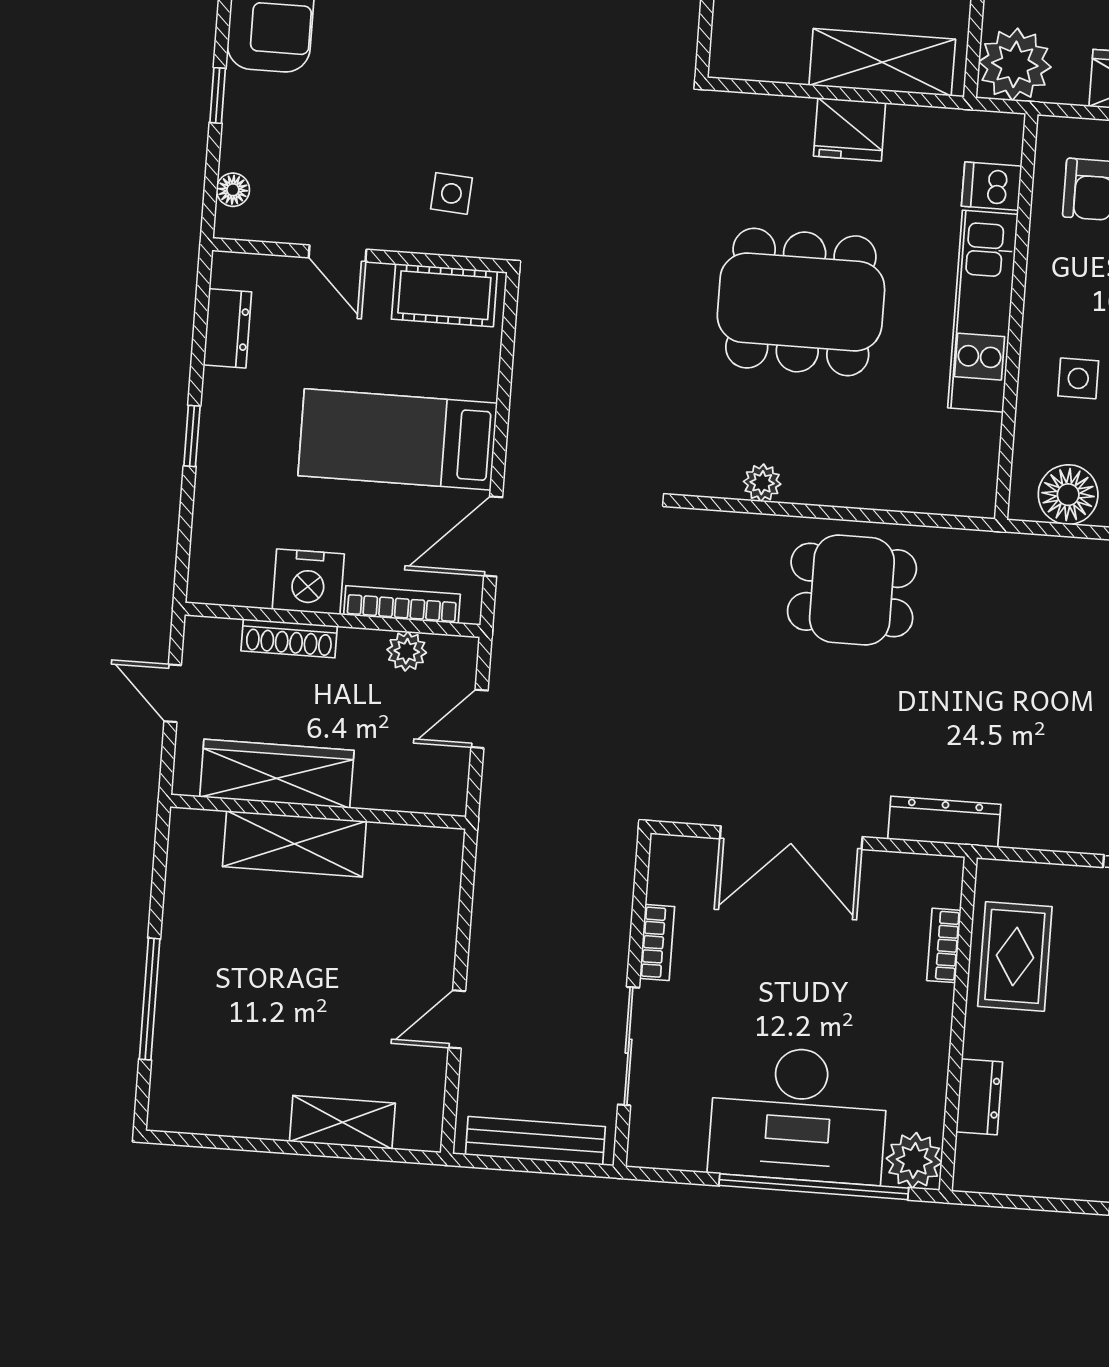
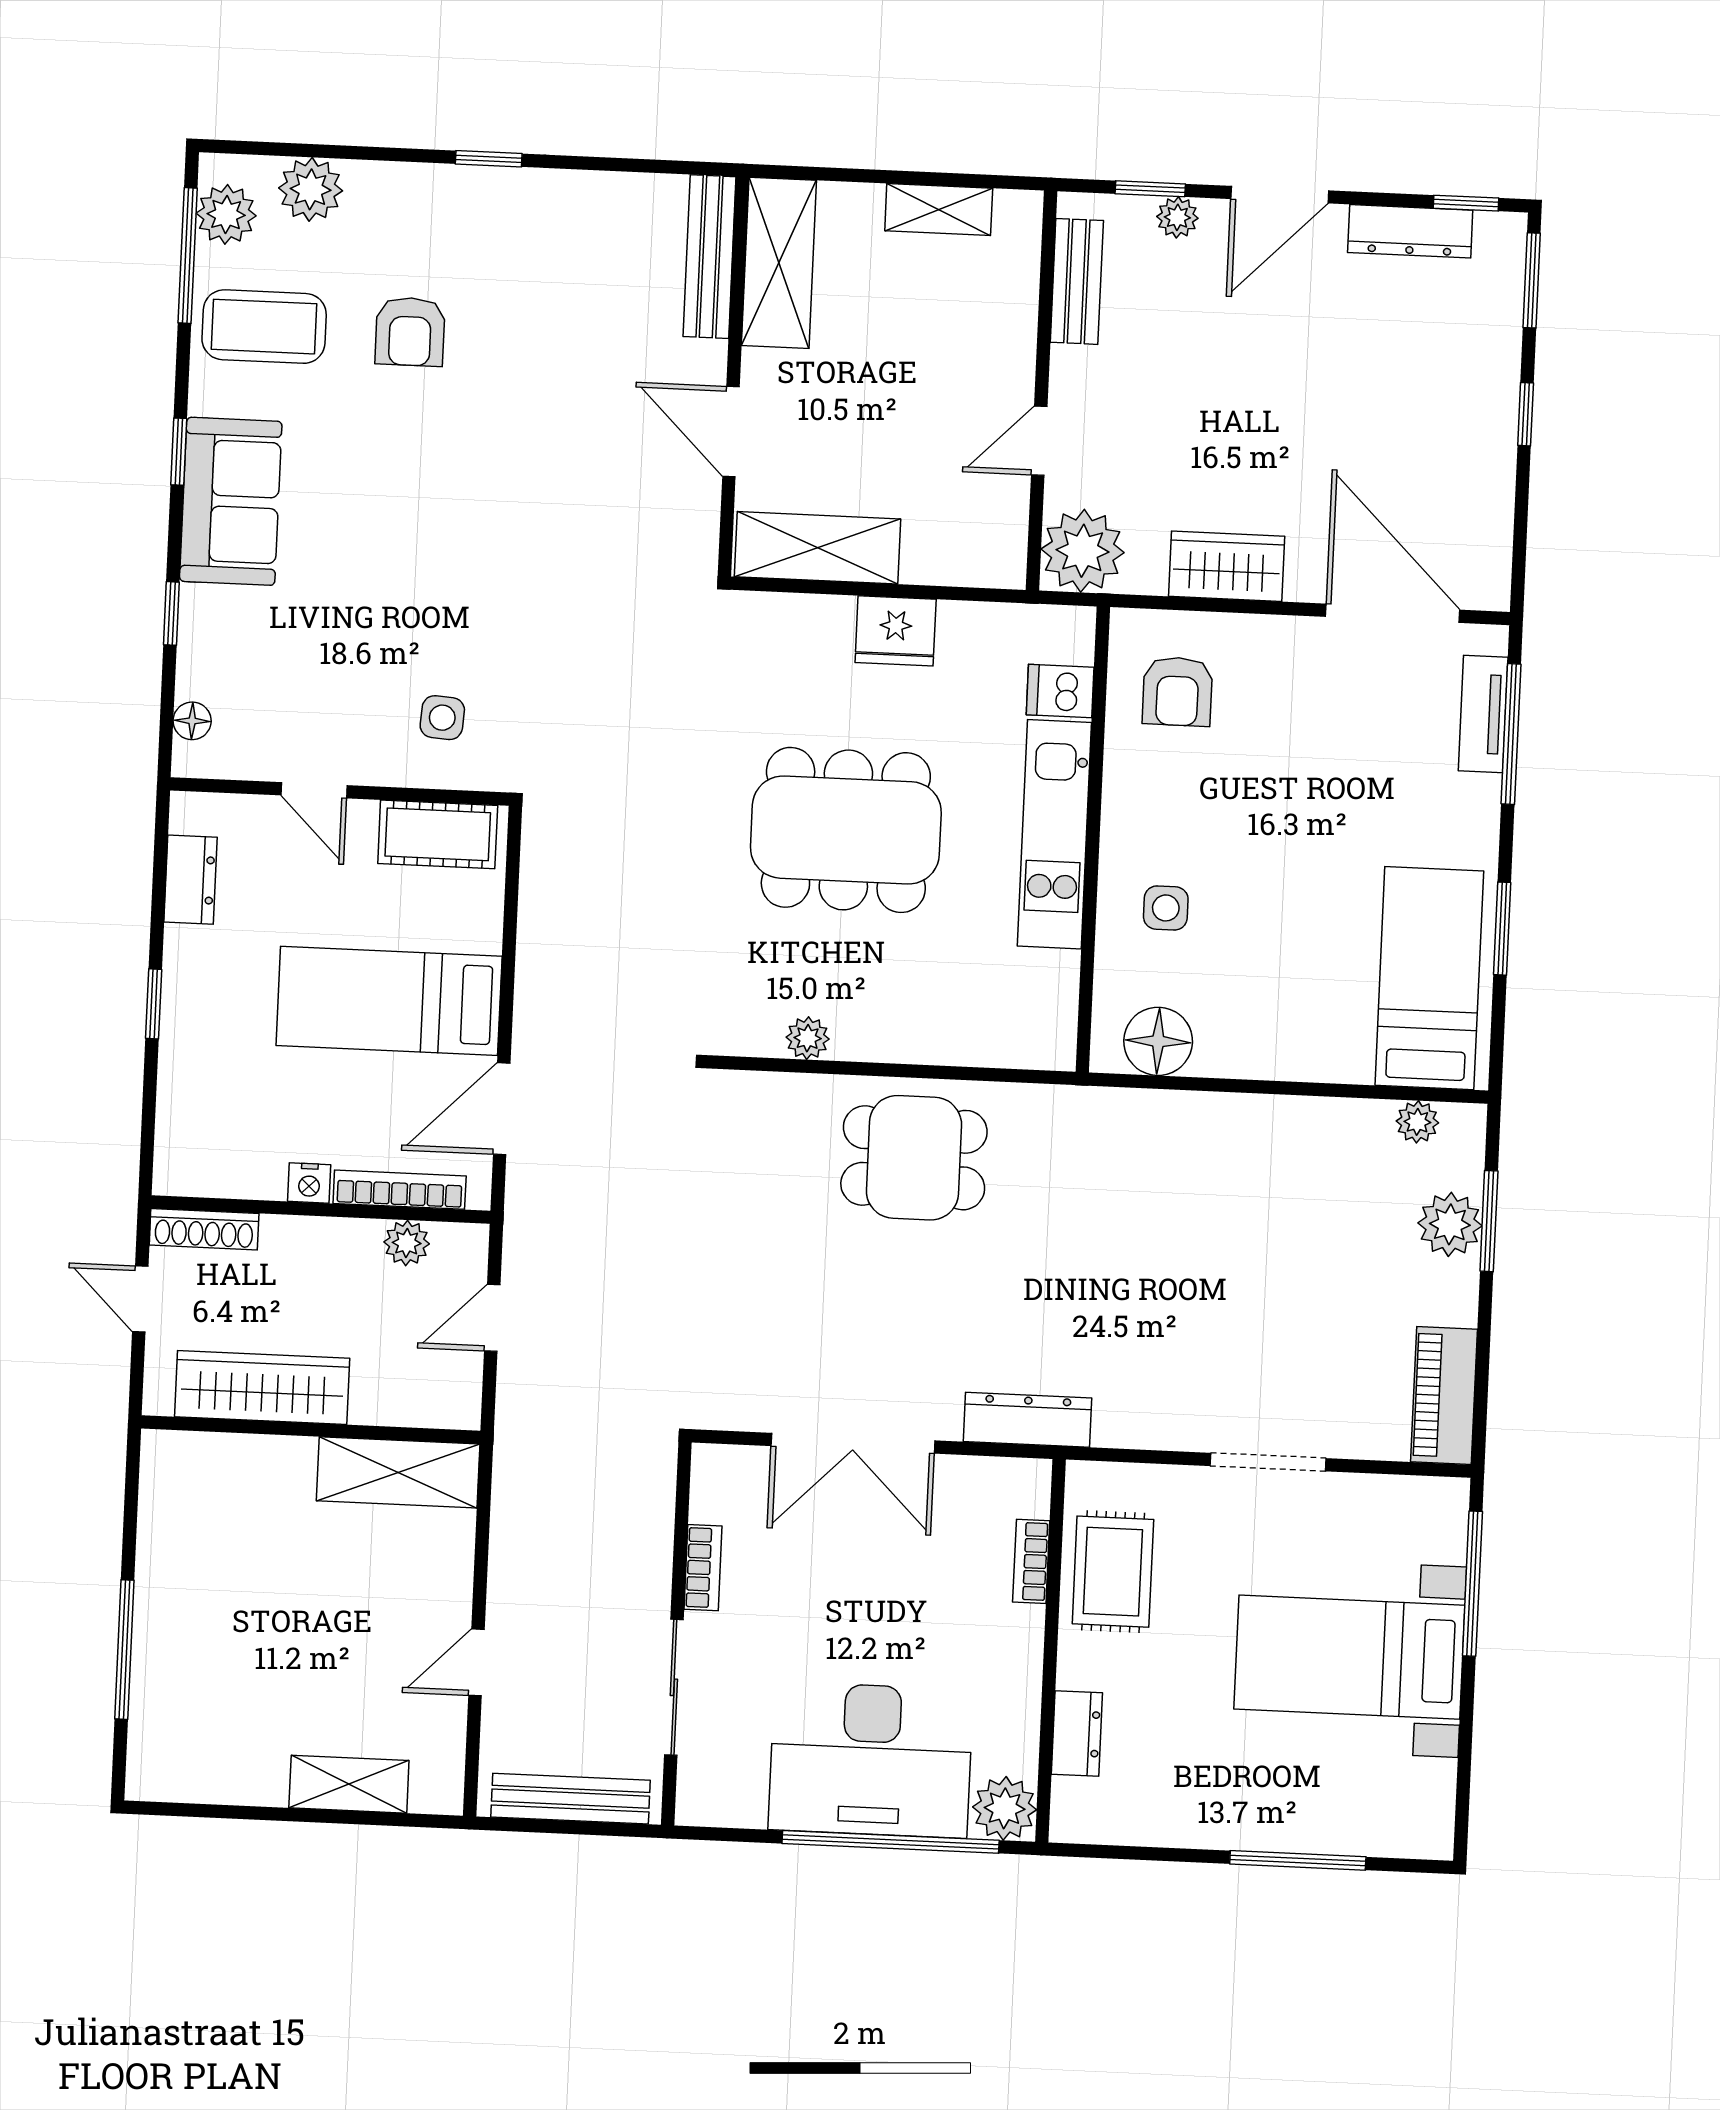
shelving: (882, 62) -> (817, 548), moved
nightstand: (308, 582) -> (309, 1183), width x0.53, depth x0.56
shoe rack: (289, 638) -> (204, 1229), moved
shelving: (294, 844) -> (398, 1472), moved

